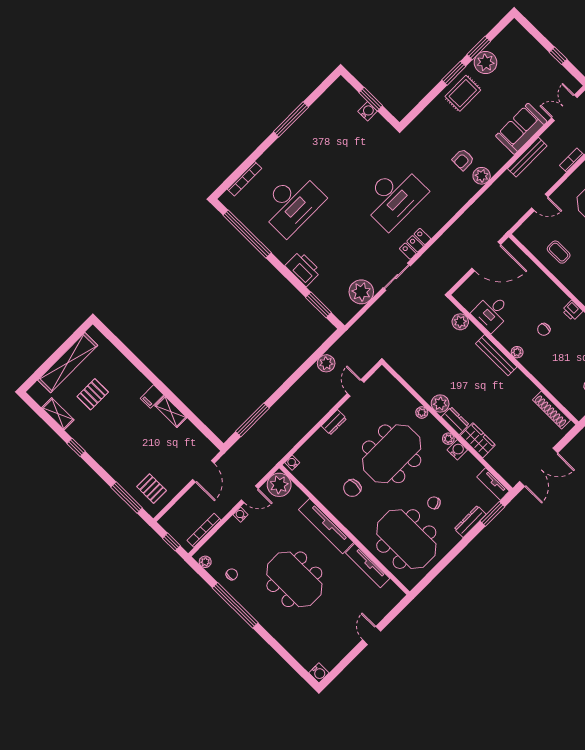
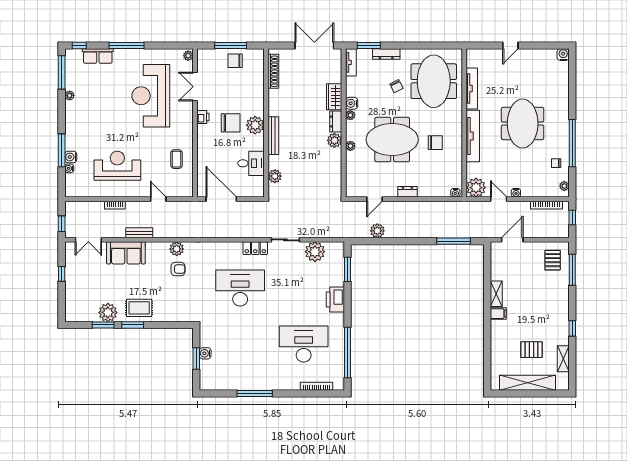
bench: (527, 157) -> (139, 233), width x0.73
chair: (544, 329) -> (231, 123), width x1.87, depth x1.87
plant: (517, 352) -> (255, 125), width x1.88, depth x1.88

